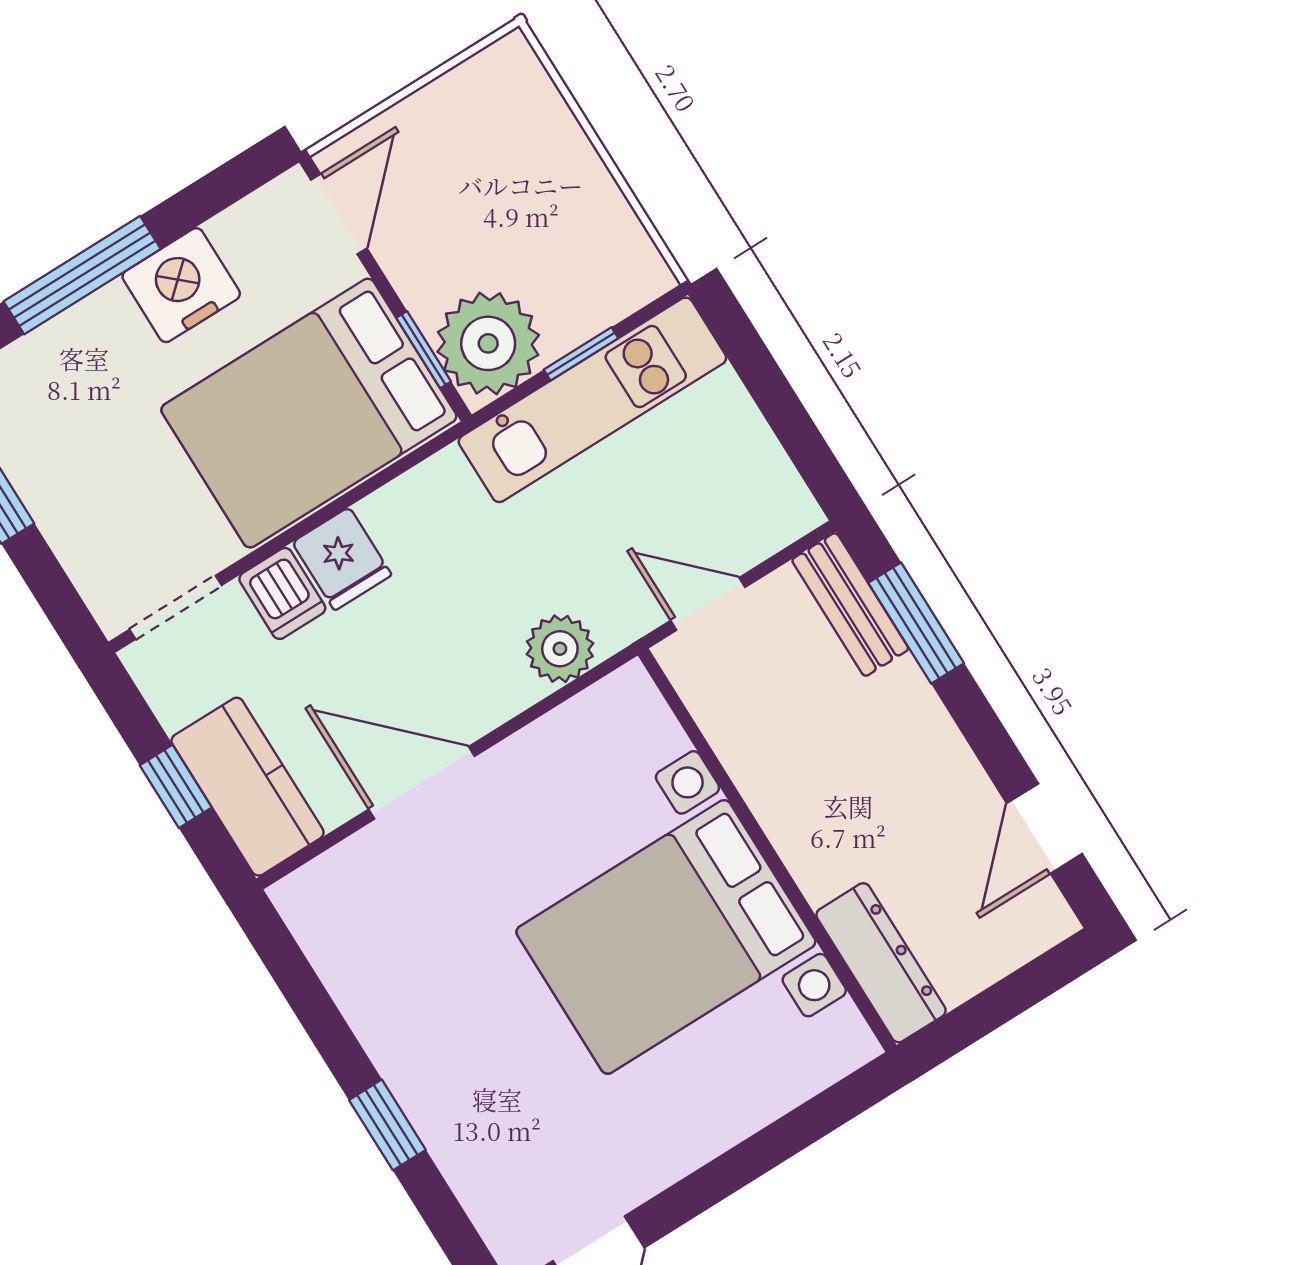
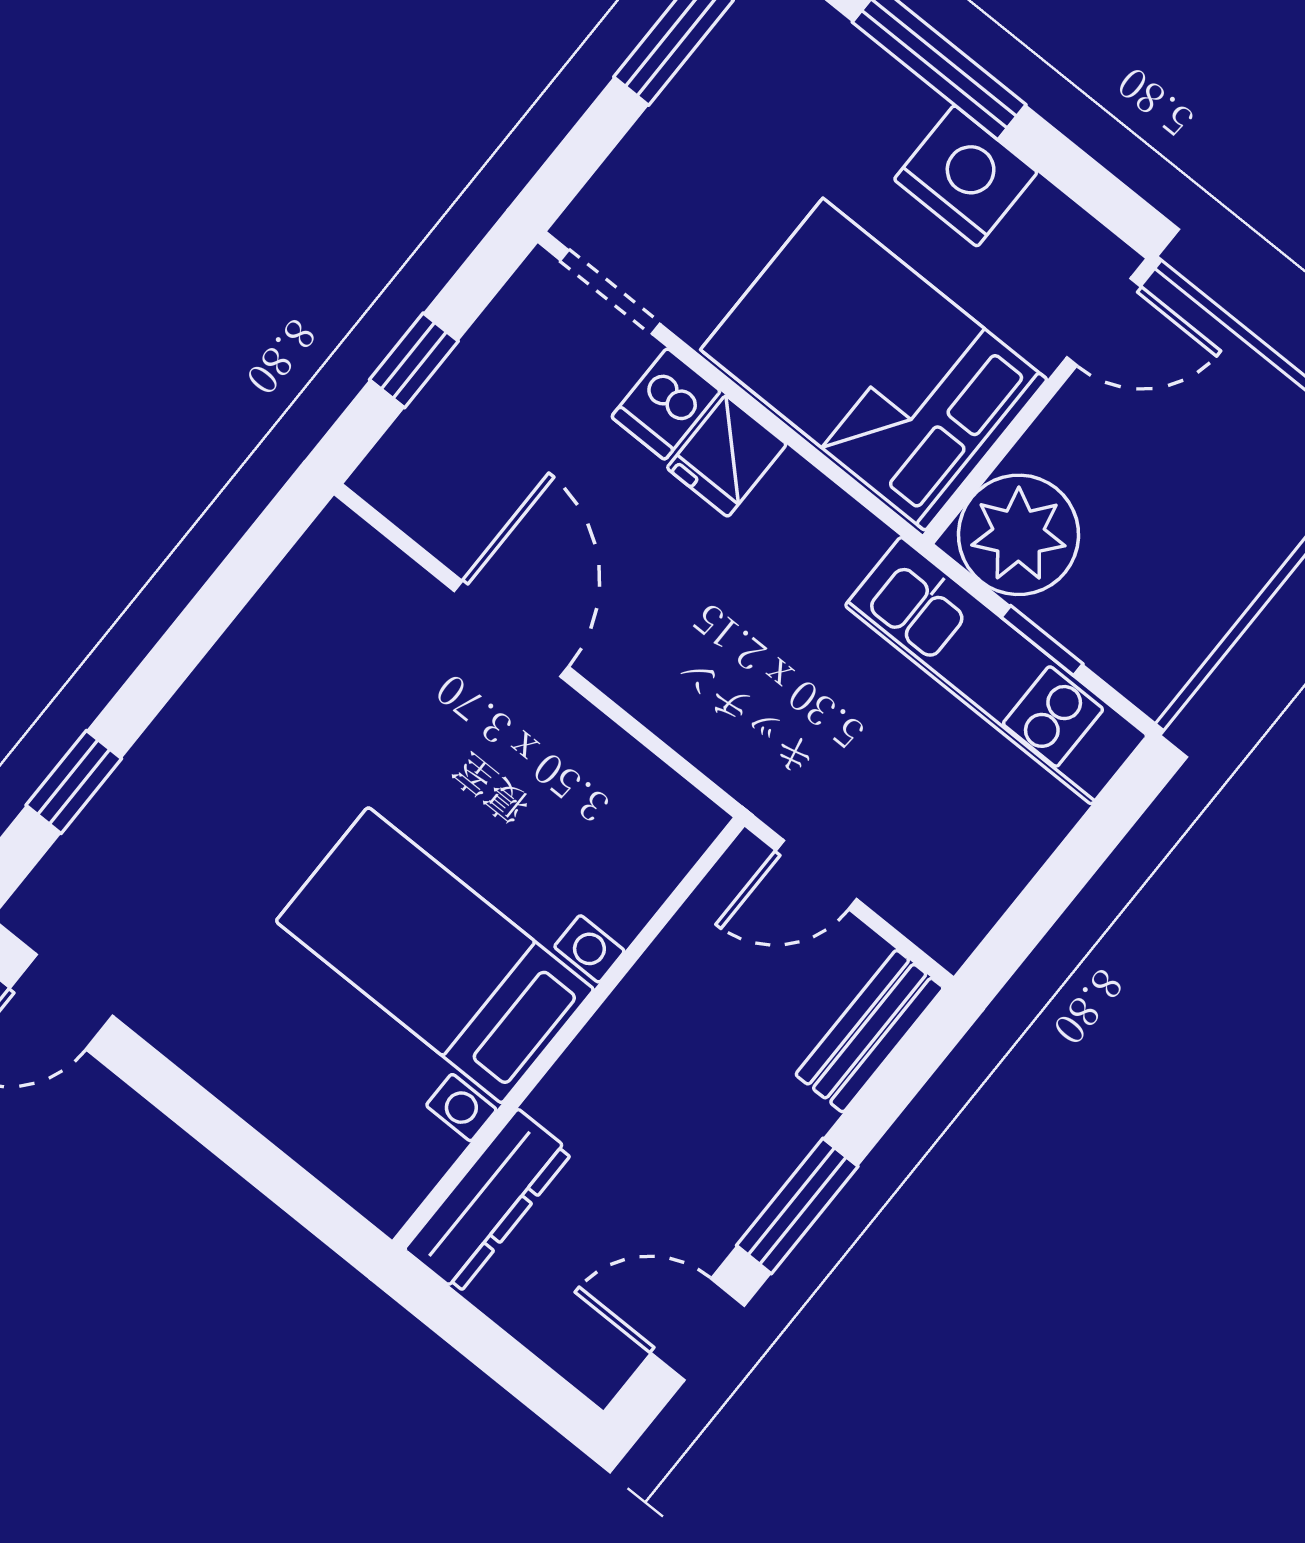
window: (424, 350) -> (987, 466), removed
door: (708, 604) -> (816, 875), swing flipped
window: (916, 623) -> (797, 1206), moved
plant: (560, 649) -> (711, 729), removed
kitchen counter: (248, 787) -> (441, 439), removed
bed with nightstands: (666, 937) -> (435, 955), width x0.73
window: (387, 1125) -> (74, 782), moved

